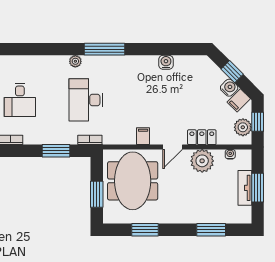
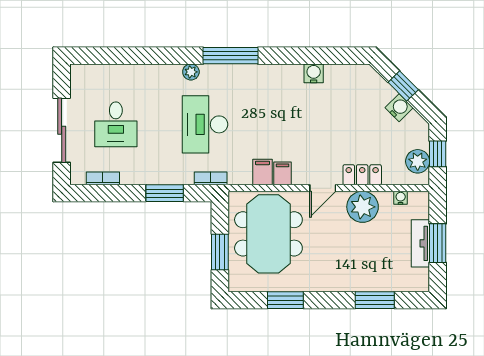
filing cabinet: (239, 100) -> (263, 172), moved, turned 135

